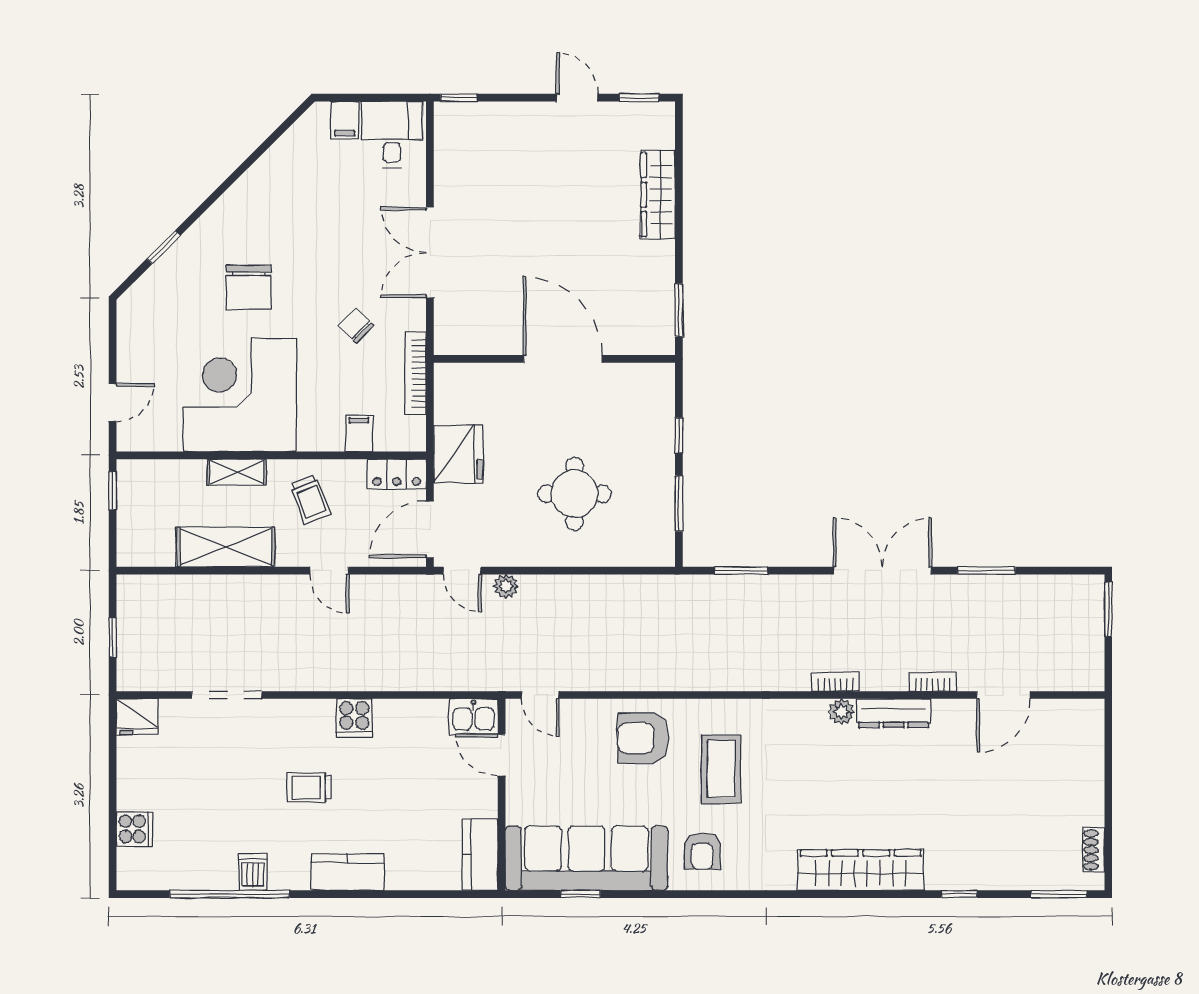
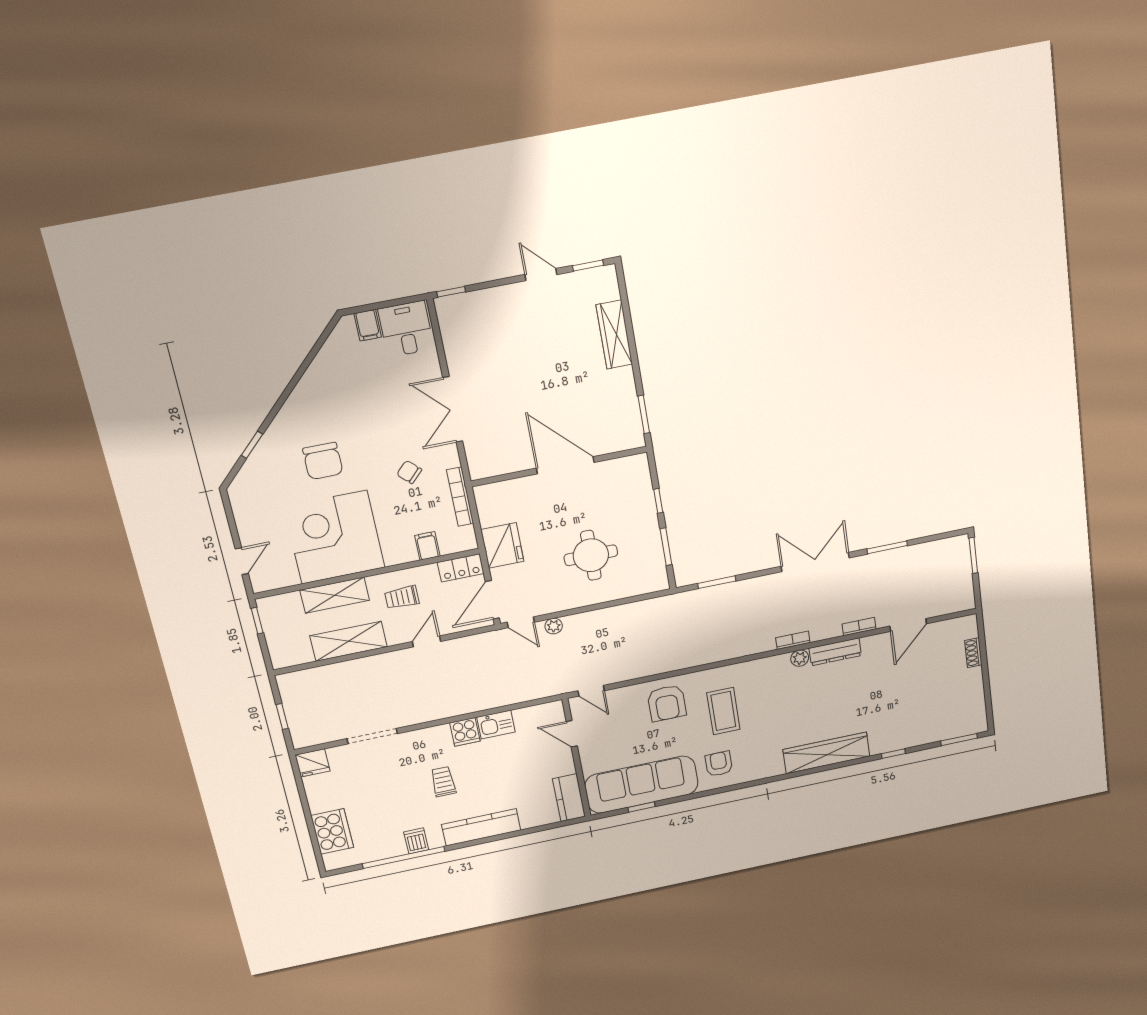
shelving: (237, 472) -> (335, 595), width x1.50, depth x1.33
trolley: (310, 499) -> (402, 597), turned 111
door: (330, 571) -> (427, 641), swing flipped
kitchen sink: (473, 716) -> (496, 724), moved
armchair: (643, 738) -> (667, 703), turned -90
trolley: (309, 788) -> (443, 782), turned 90
cooker: (134, 829) -> (332, 831), width x1.87, depth x1.31
shoe rack: (1094, 850) -> (973, 653), moved
armchair: (702, 851) -> (719, 764), turned 180
kitchen counter: (348, 872) -> (481, 827), width x1.50

